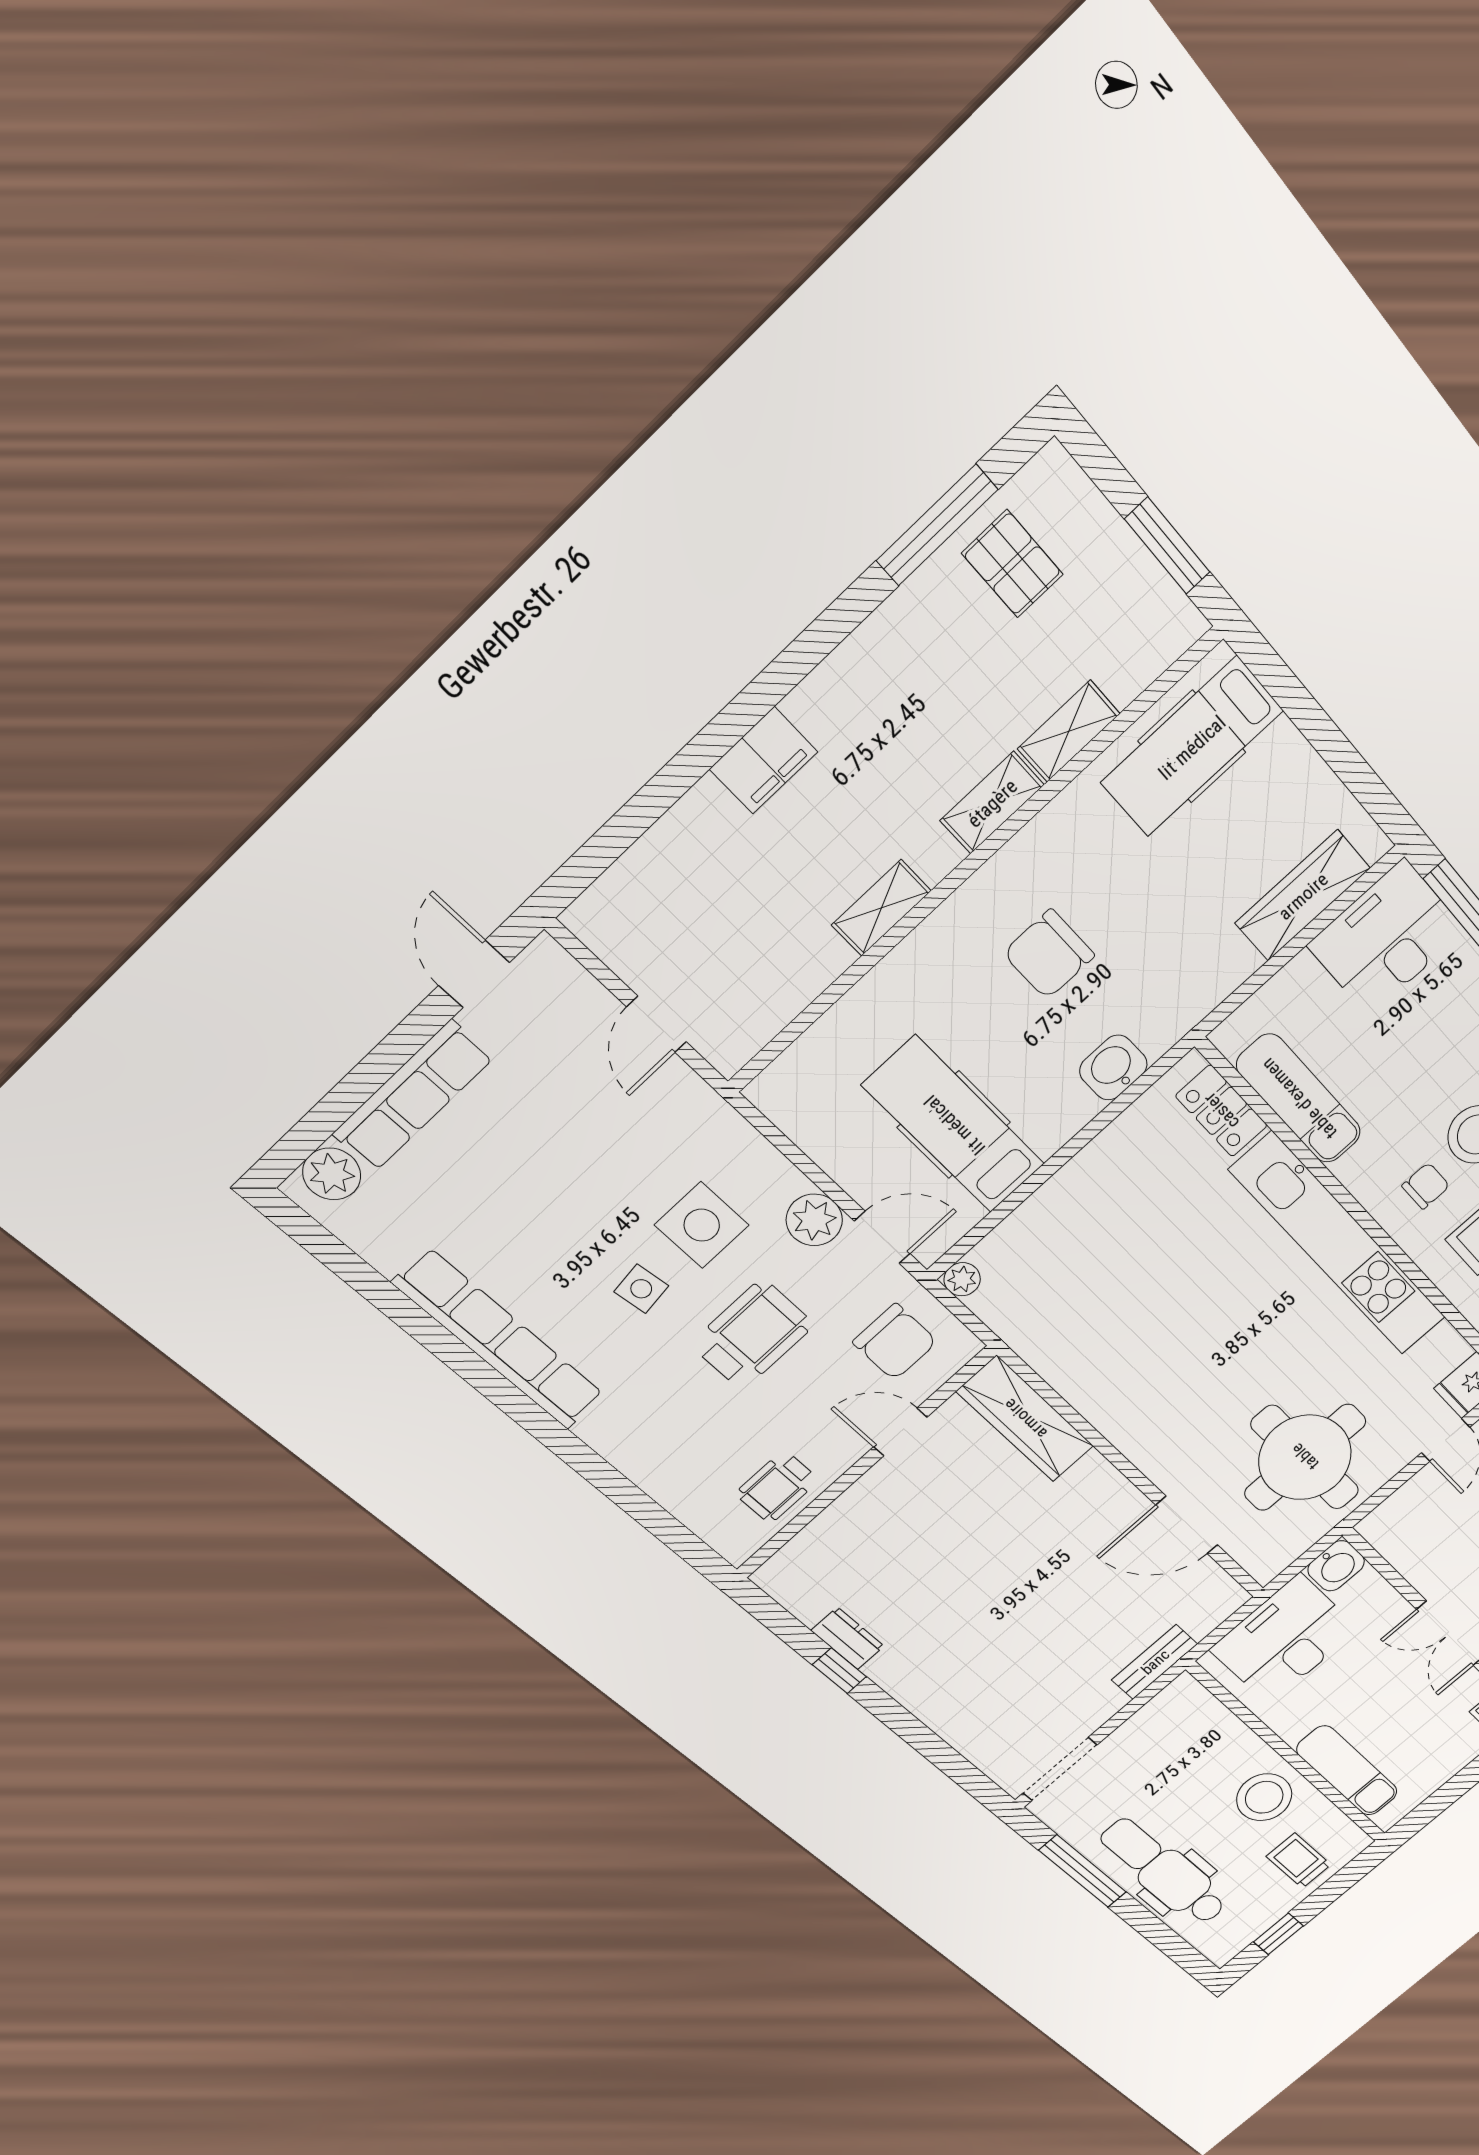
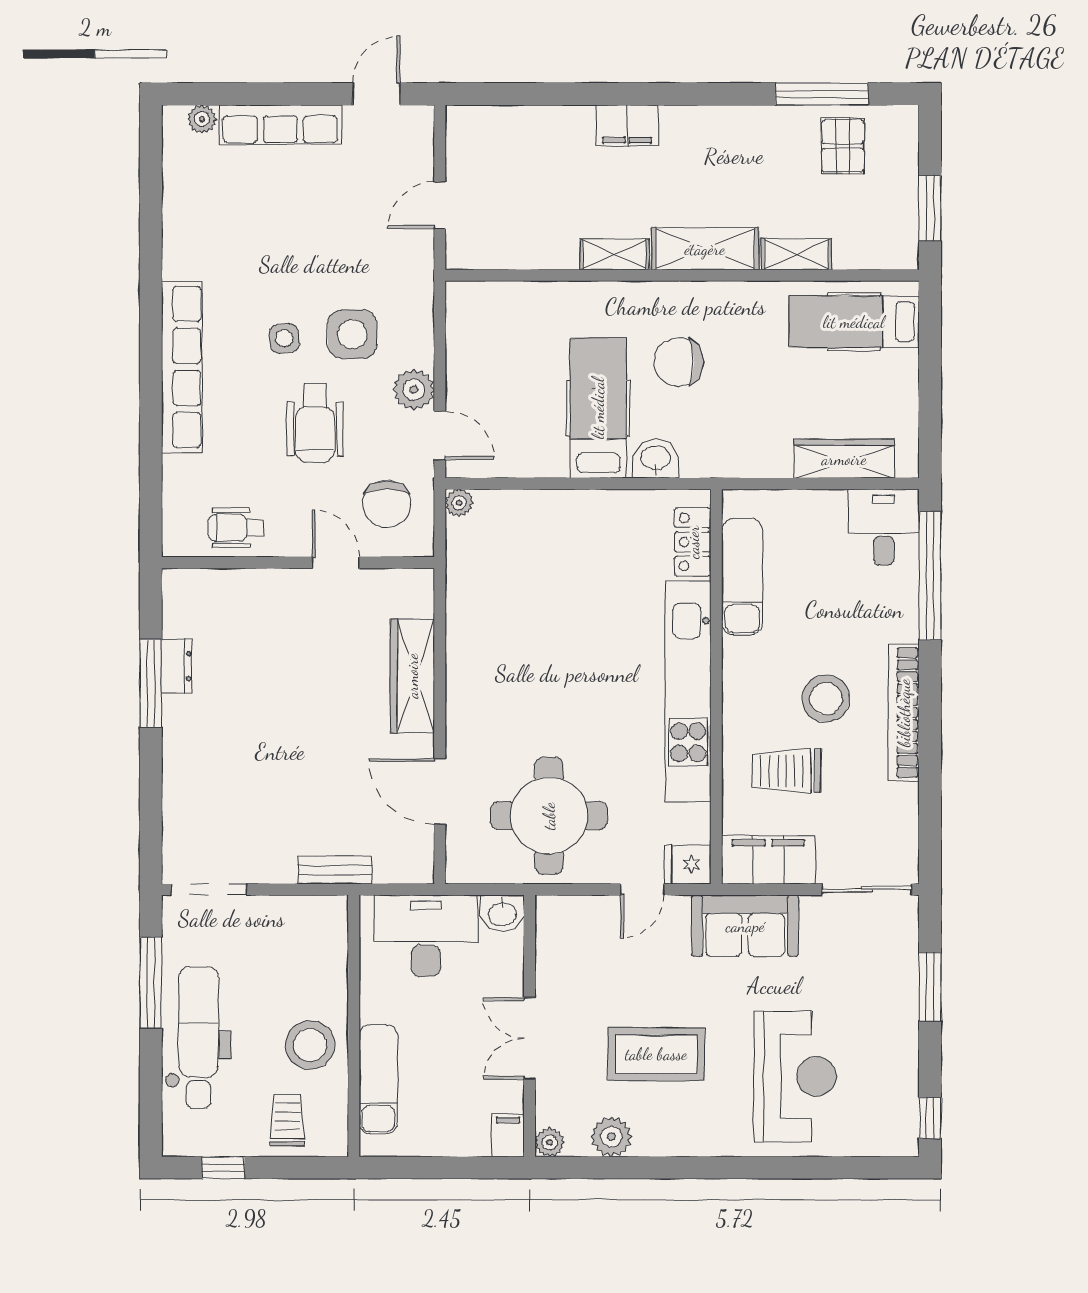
shelving: (992, 803) -> (705, 249), width x1.50, depth x1.33
desk: (1386, 938) -> (884, 527), width x0.73
hospital bed: (954, 1125) -> (598, 408), moved
plant: (332, 1174) -> (202, 119), width x0.73, depth x0.73
chair: (1426, 1186) -> (770, 703), removed
wheelchair: (752, 1335) -> (315, 423), turned 90
row of seats: (499, 1339) -> (182, 367), moved
wardrobe: (1025, 1419) -> (412, 676), moved
window: (839, 1671) -> (151, 683), width x2.17

